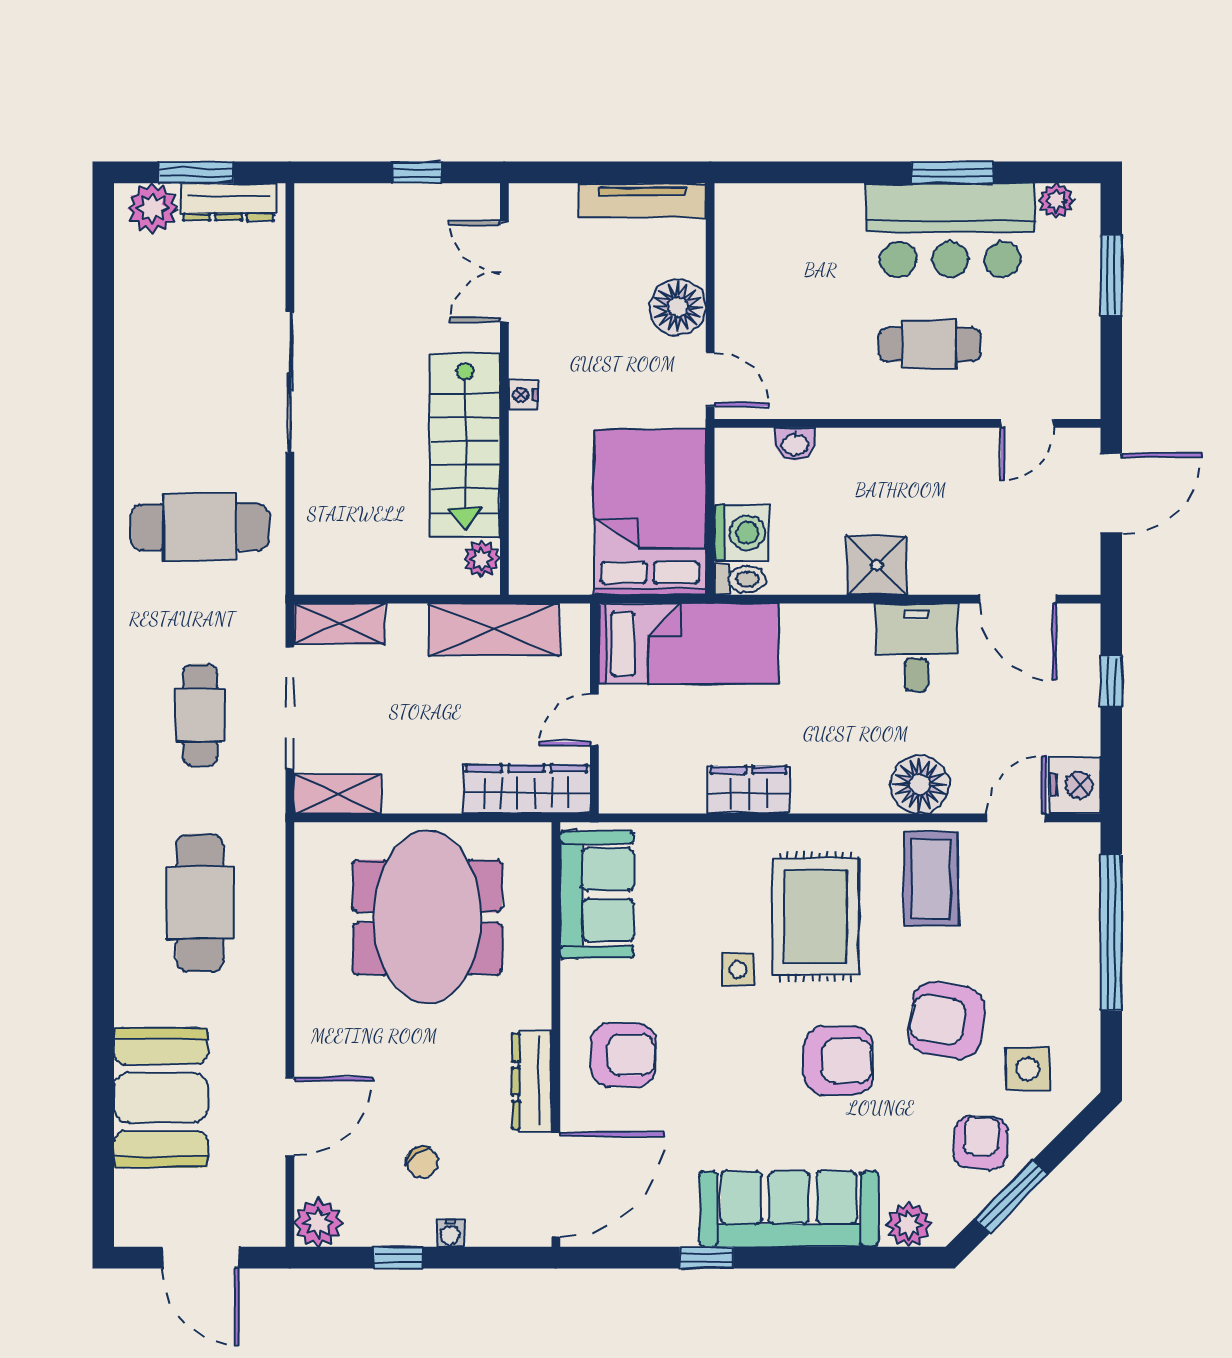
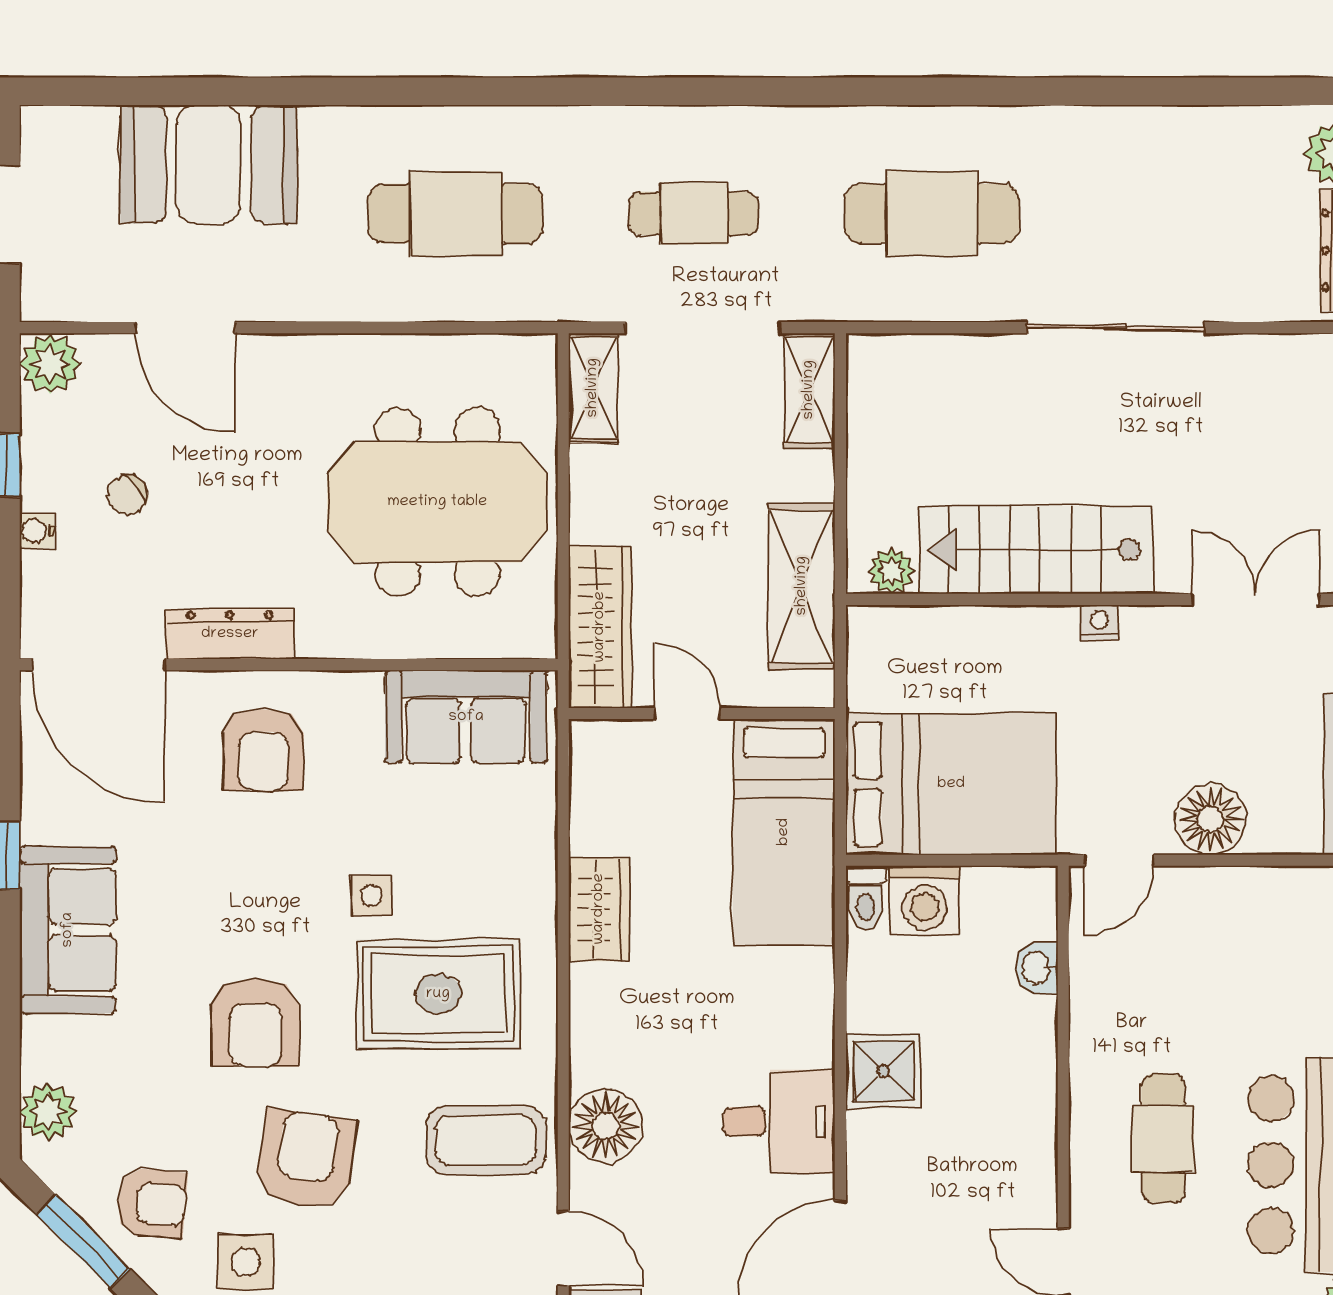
cafe table: (200, 527) -> (932, 214), turned 90
sofa: (789, 1209) -> (68, 930), width x0.73

